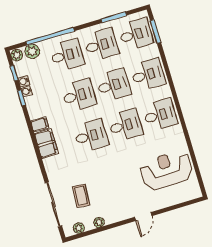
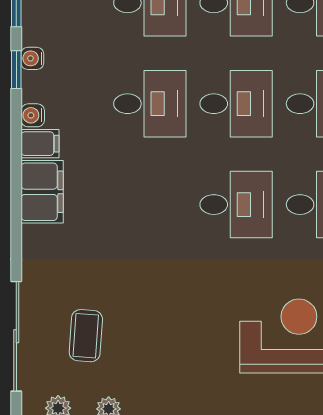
water cooler: (24, 81) -> (33, 115), moved
desk: (91, 136) -> (150, 205), removed

